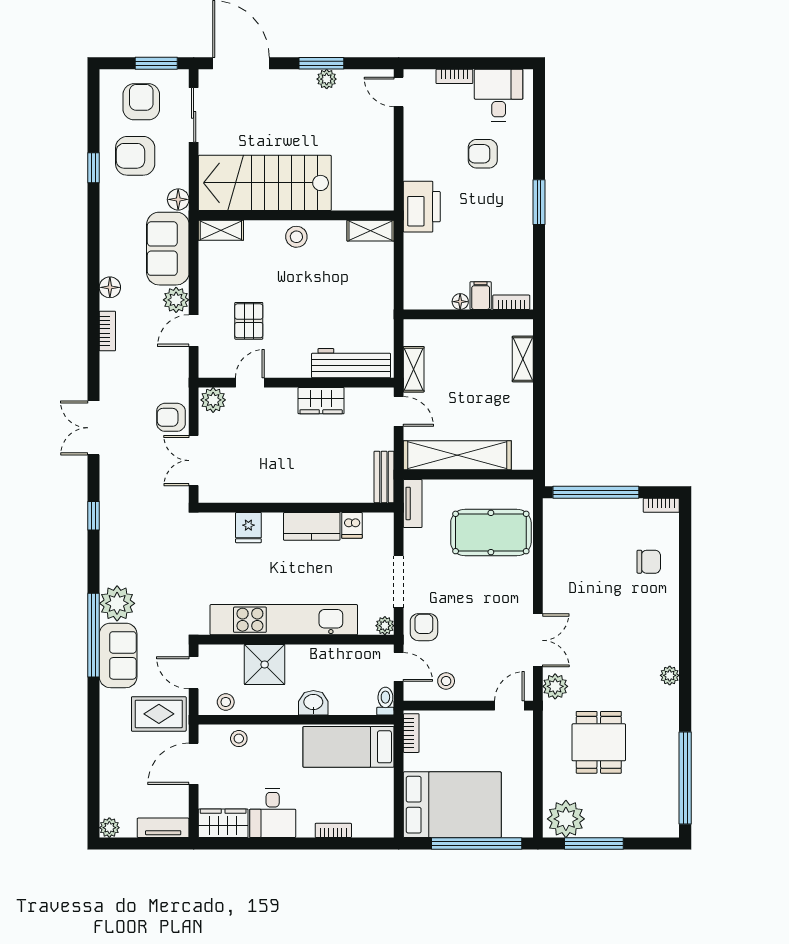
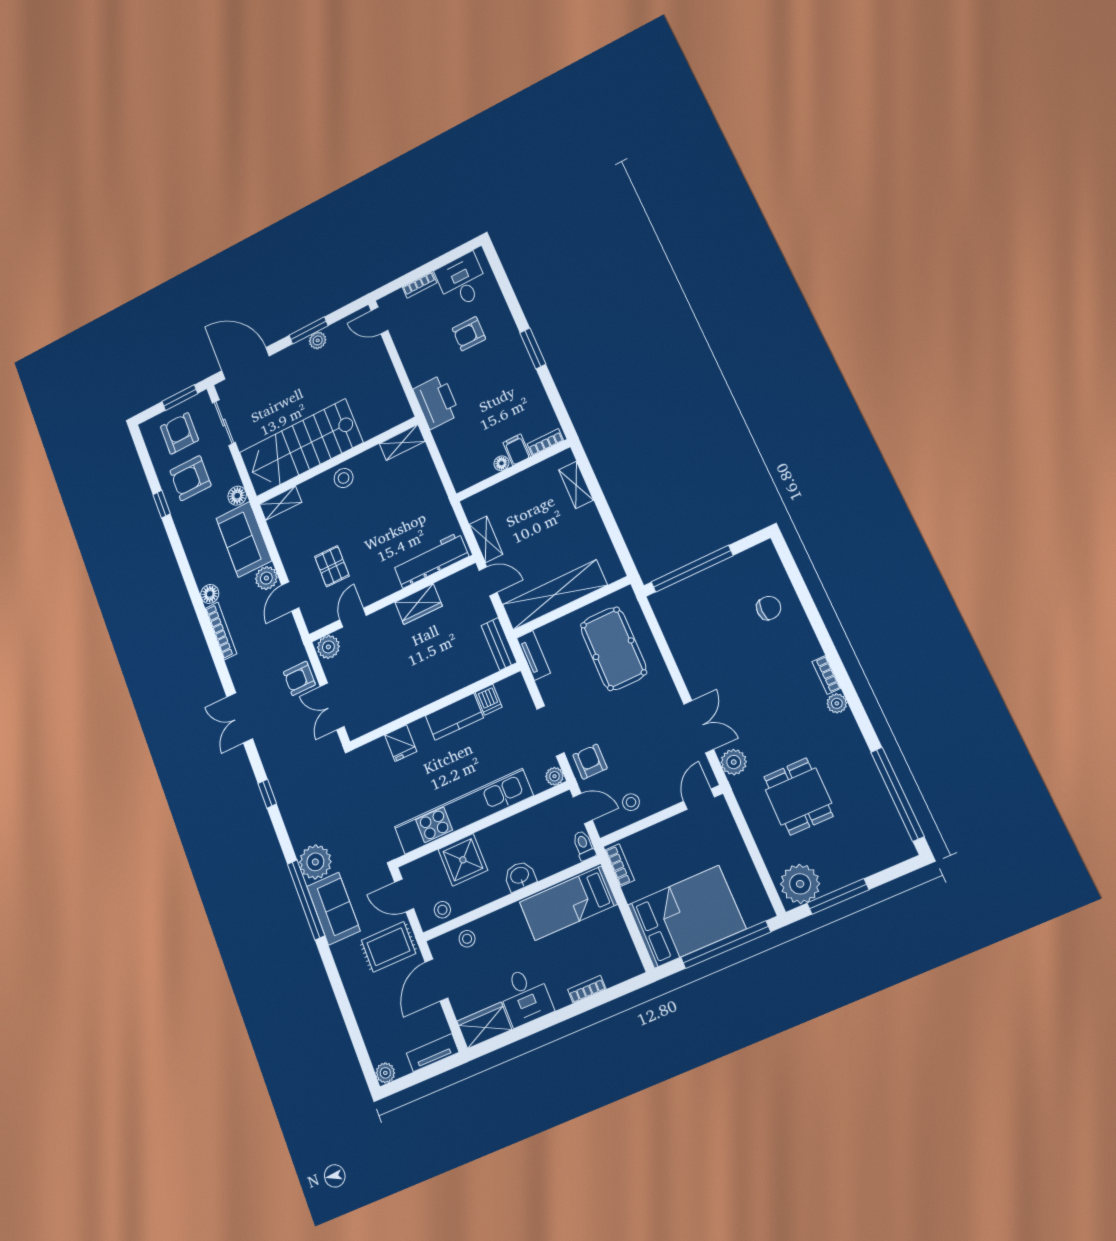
bookcase: (107, 331) -> (221, 631), width x1.56
bookcase: (661, 505) -> (826, 675), moved, turned 90
pool table: (491, 532) -> (613, 649), turned 90

